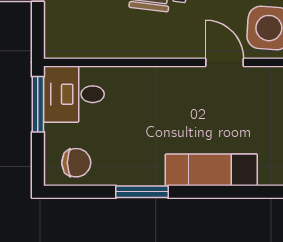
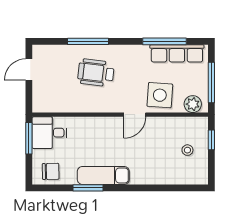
door: (225, 62) -> (135, 115), swing flipped
exam couch: (211, 170) -> (103, 175), moved

